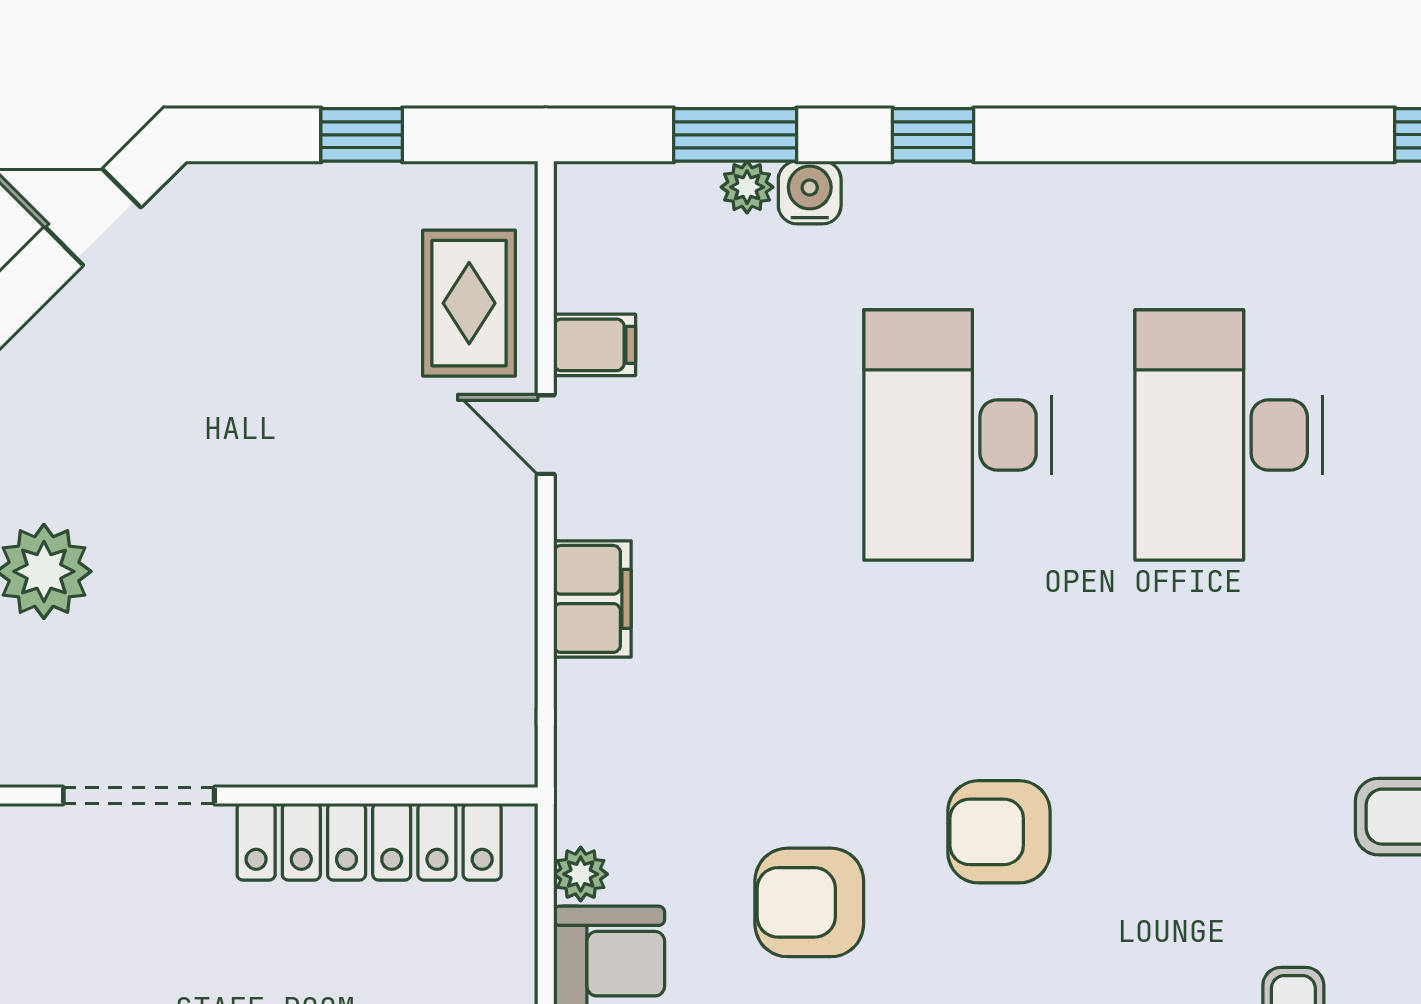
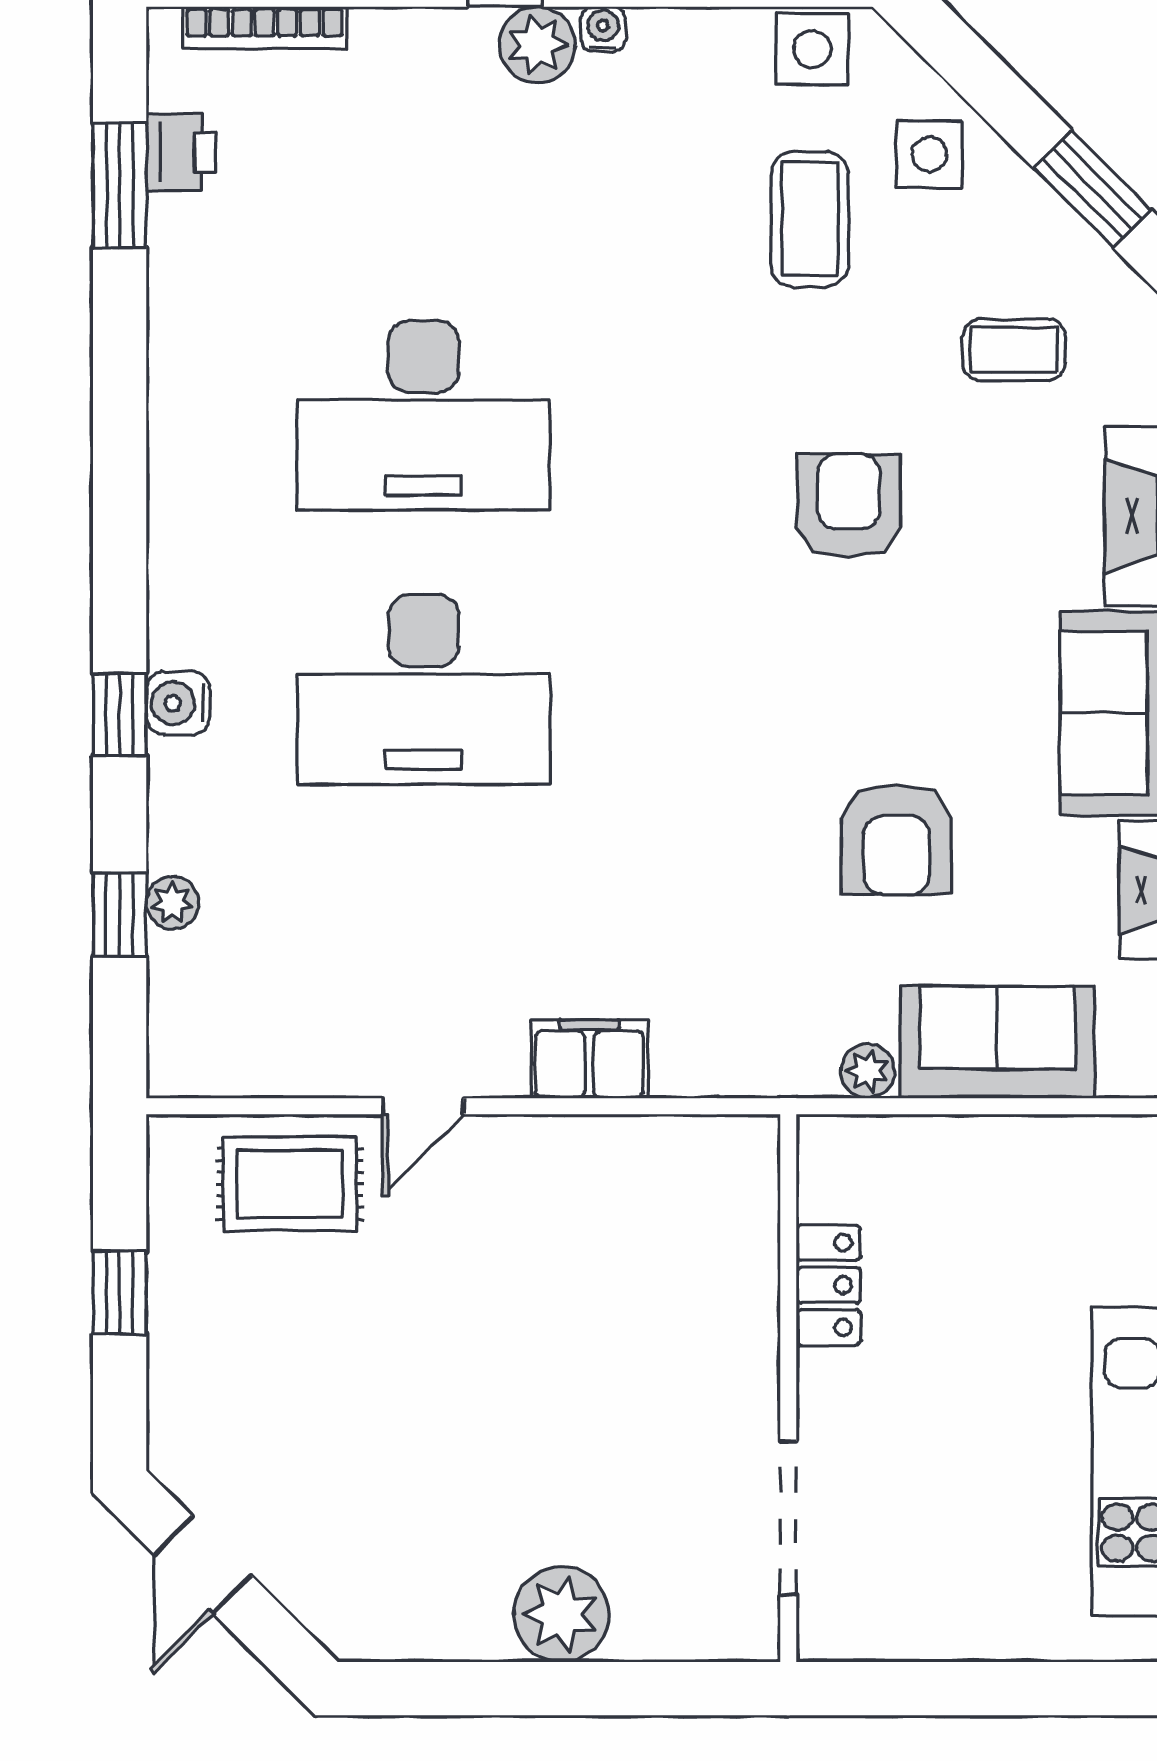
window: (735, 135) -> (120, 915), width x0.67
water cooler: (810, 193) -> (178, 703), moved
filing cabinet: (595, 345) -> (332, 1057), removed
armchair: (999, 832) -> (849, 506), moved, turned 180
locker: (369, 842) -> (828, 1285), width x0.46, depth x0.83

